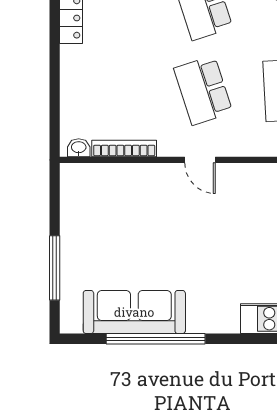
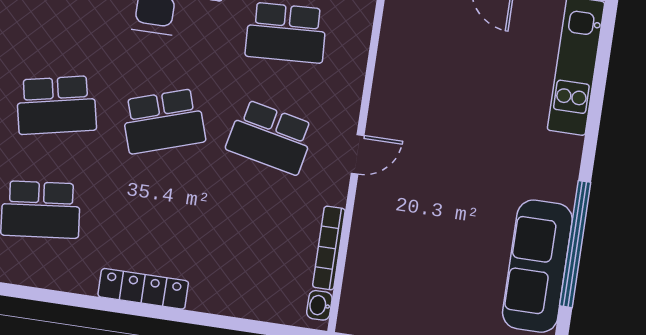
school desk: (203, 90) -> (270, 137), turned 30

